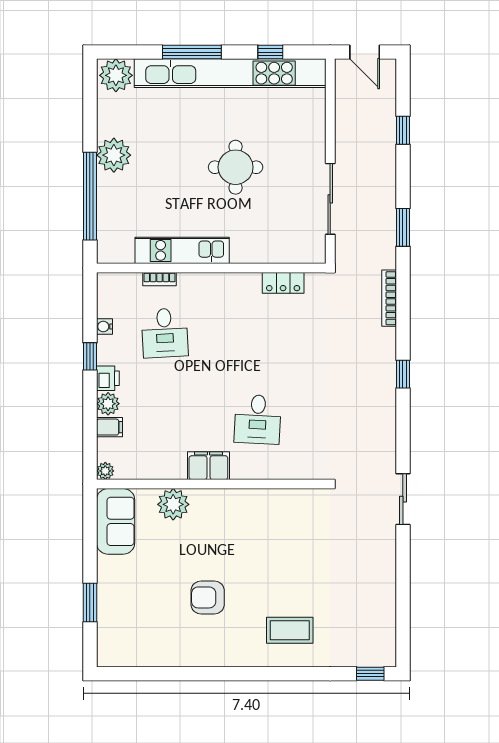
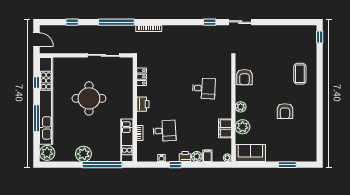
door: (365, 52) -> (36, 40), hinge flipped
round table: (236, 167) -> (89, 98), width x1.36, depth x1.36
window: (403, 227) -> (116, 22), width x2.11
kitchen unit: (182, 250) -> (127, 140), moved
printer: (223, 286) -> (143, 104), added
window: (403, 374) -> (210, 22), moved
filing cabinet: (208, 466) -> (225, 128), moved
plant: (217, 500) -> (241, 107), added
armchair: (282, 509) -> (244, 77), added

